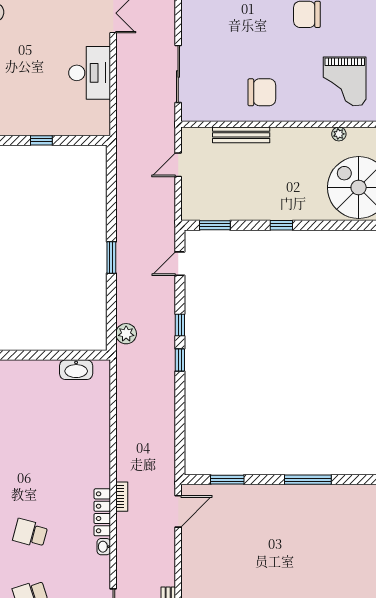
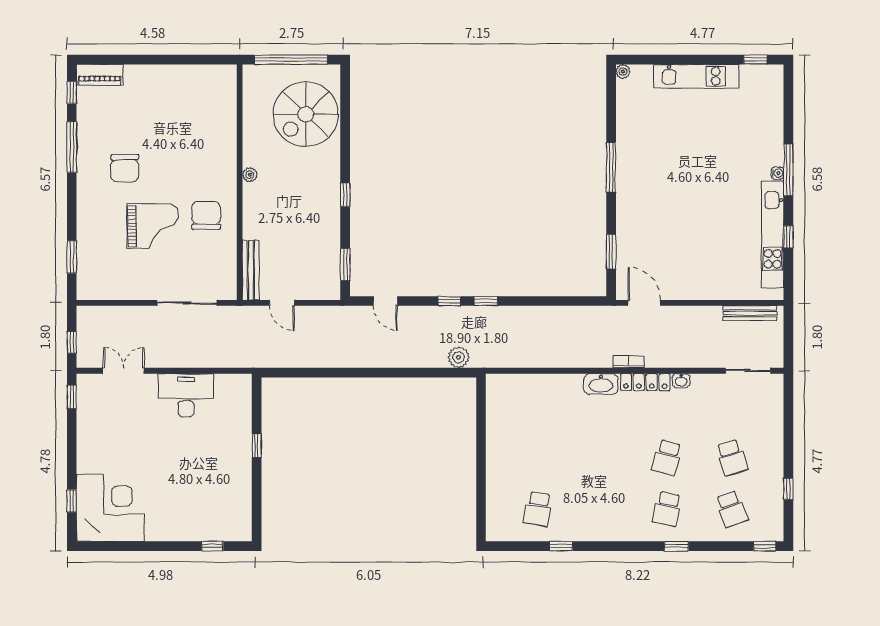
grand piano: (345, 81) -> (153, 226), moved
plant: (339, 134) -> (250, 175), moved
bench: (241, 135) -> (251, 270), moved
window: (111, 258) -> (379, 373), removed
washbasin: (76, 370) -> (601, 384), moved, turned 90

